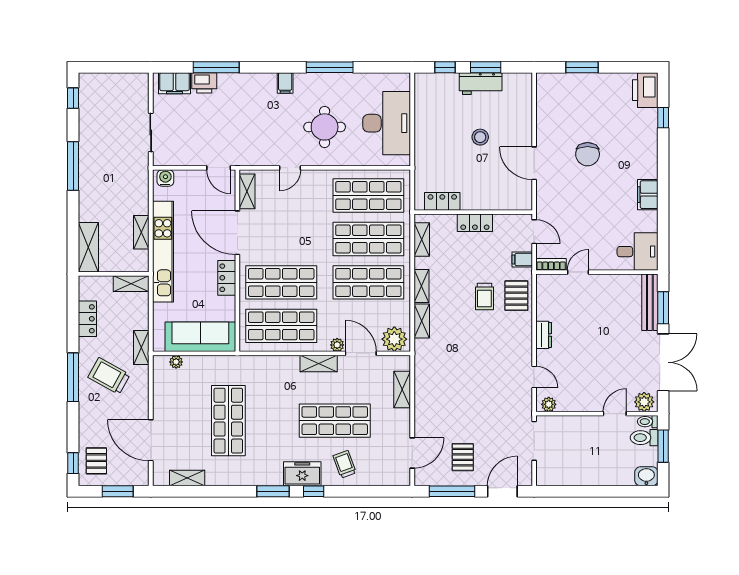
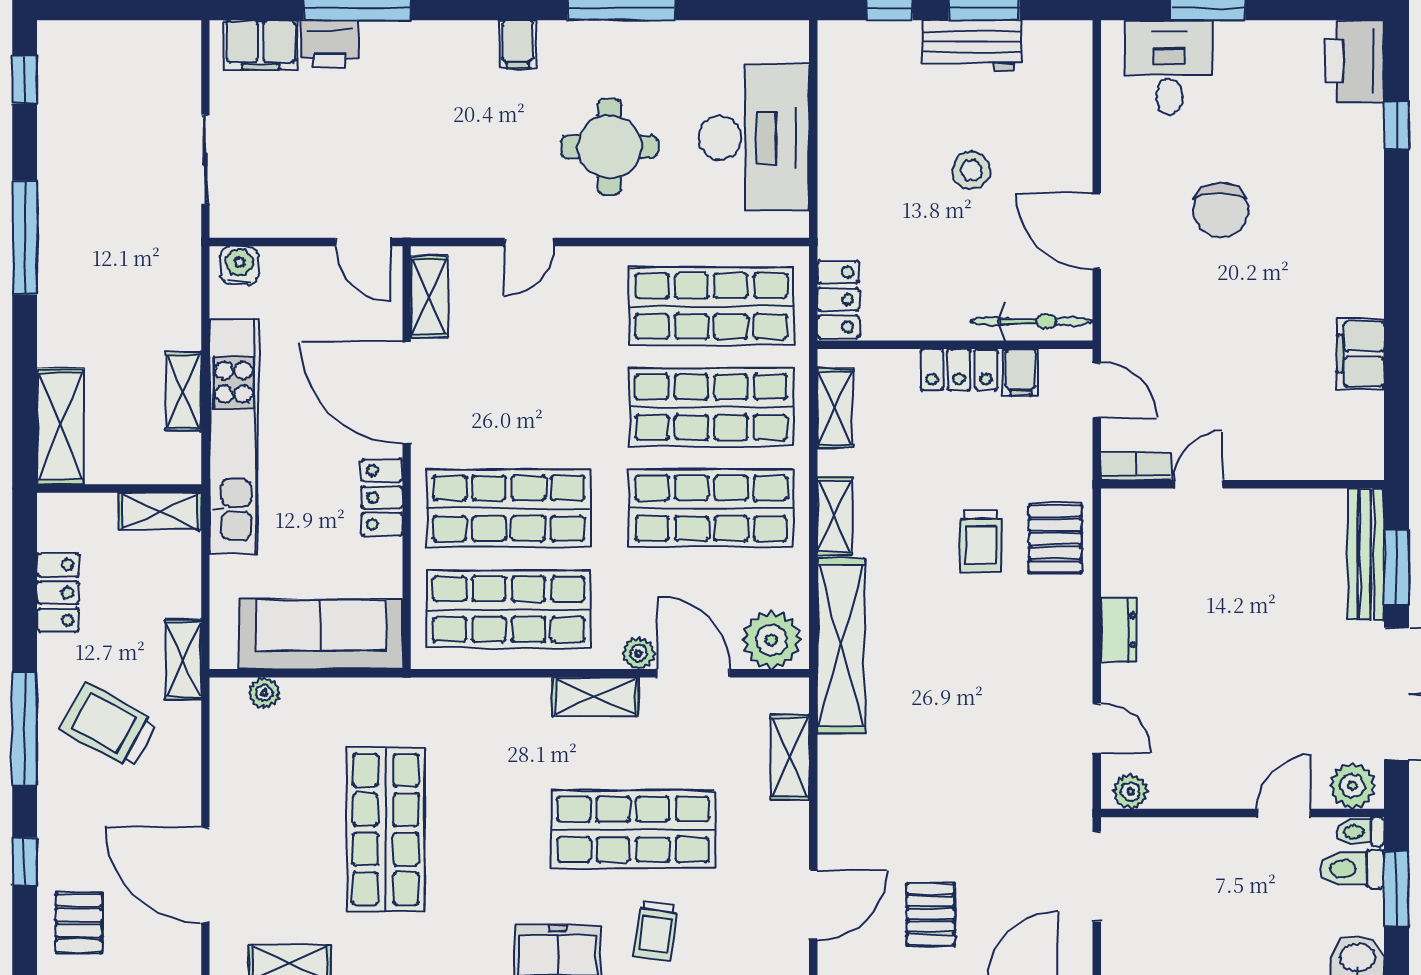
filing cabinet: (648, 195) -> (1361, 354), moved
locker: (442, 201) -> (838, 299), moved, turned 90
bicycle: (506, 202) -> (1032, 321), added
desk: (638, 252) -> (1169, 67), moved, turned -90
filing cabinet: (522, 260) -> (1021, 372), moved, turned -90
shelving: (422, 321) -> (841, 646), width x2.20, depth x1.33
window: (73, 463) -> (25, 862), moved
trolley: (345, 464) -> (656, 931), turned -151

